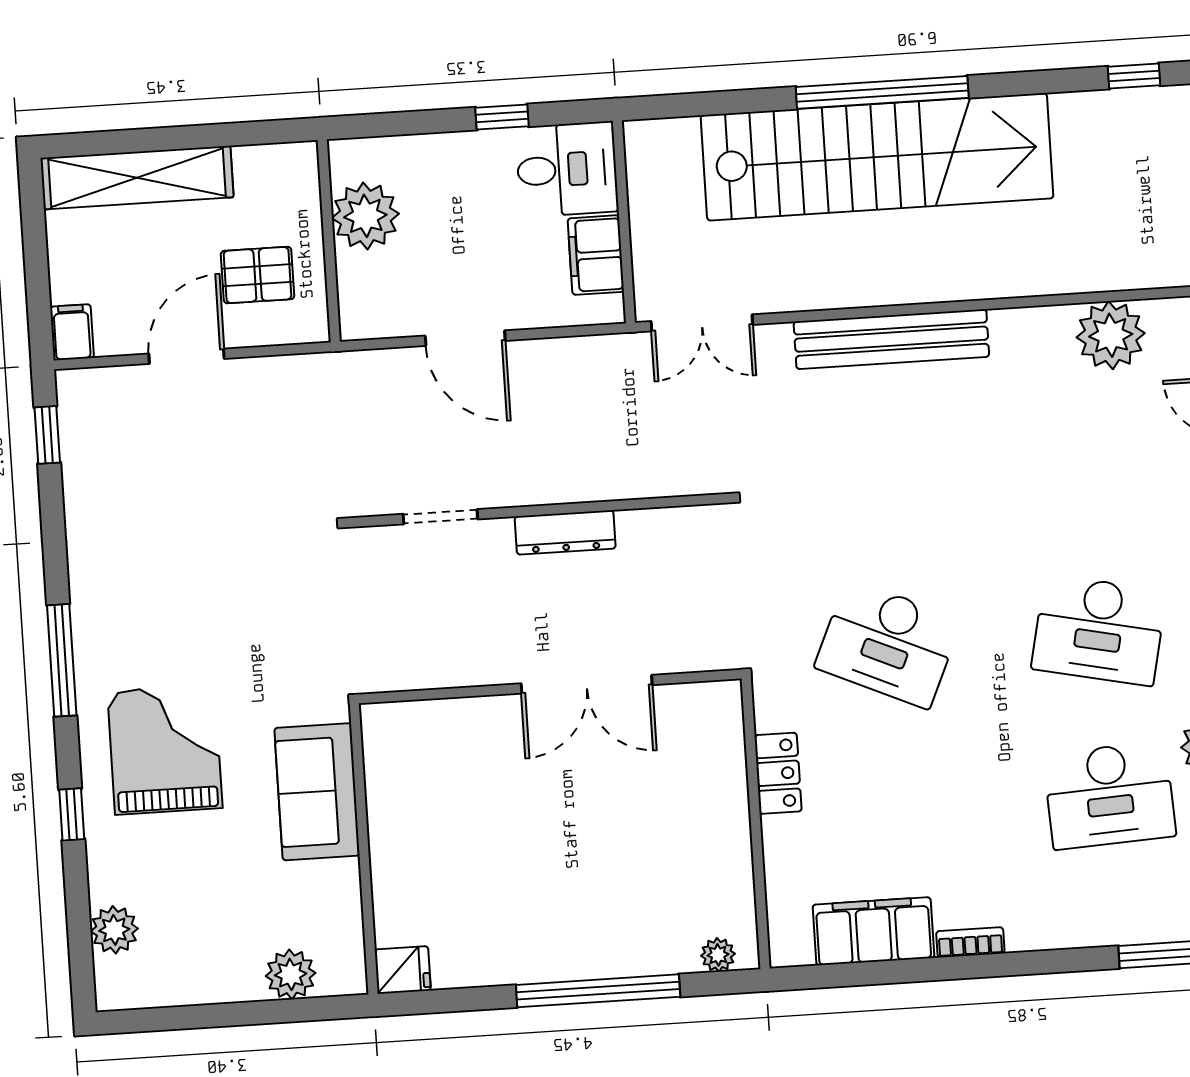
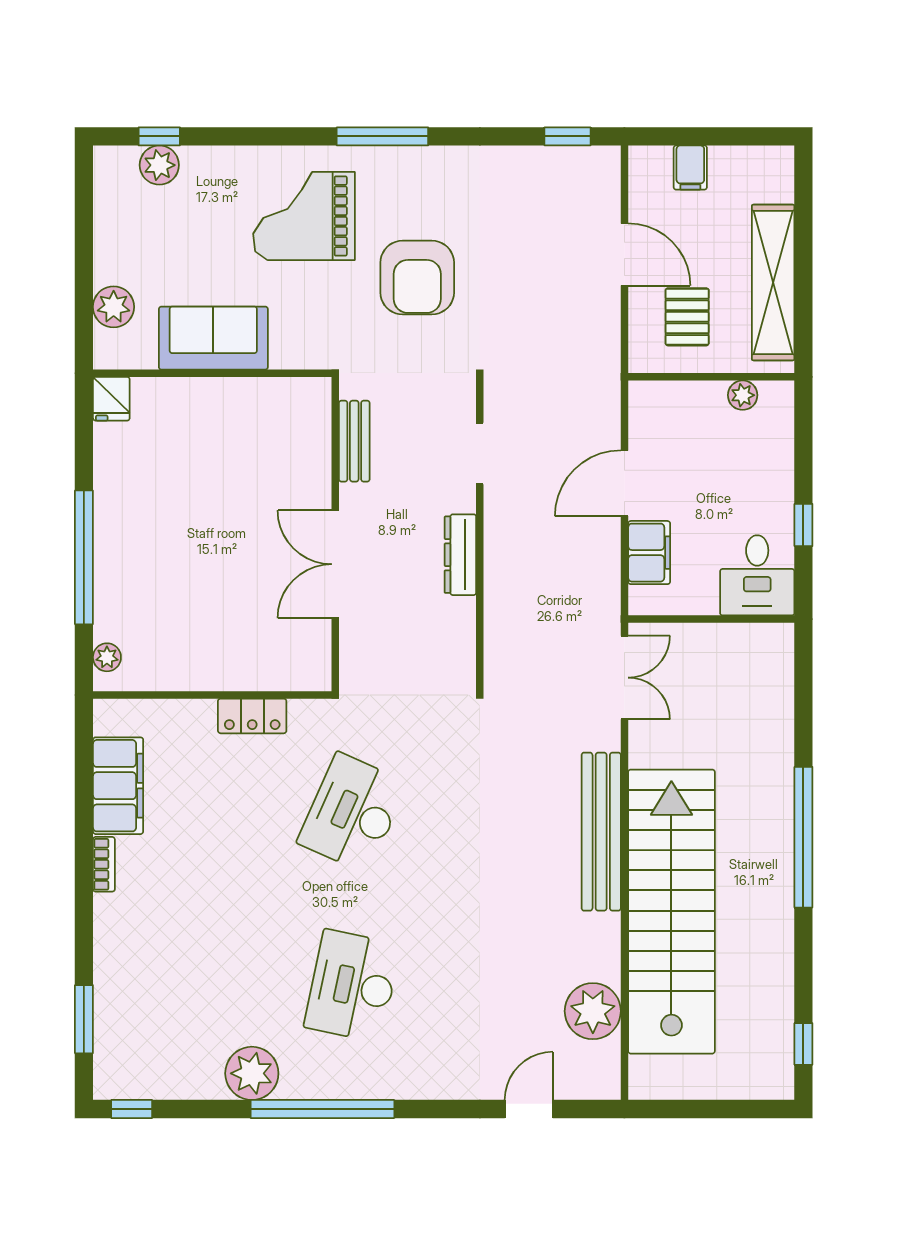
stairs: (877, 157) -> (671, 912), moved, turned 180
shelving: (137, 178) -> (773, 282), moved
plant: (365, 216) -> (743, 395), width x0.53, depth x0.53
filing cabinet: (596, 255) -> (649, 553), moved, turned 90
double door: (702, 323) -> (624, 678), swing flipped
filing cabinet: (72, 332) -> (690, 168), moved, turned 90
armchair: (231, 607) -> (417, 278), added
bench: (435, 671) -> (354, 441), added
grand piano: (165, 750) -> (304, 216), turned 180
sofa: (317, 792) -> (213, 338), moved
desk: (1109, 795) -> (217, 986), removed
window: (72, 814) -> (159, 136), moved

